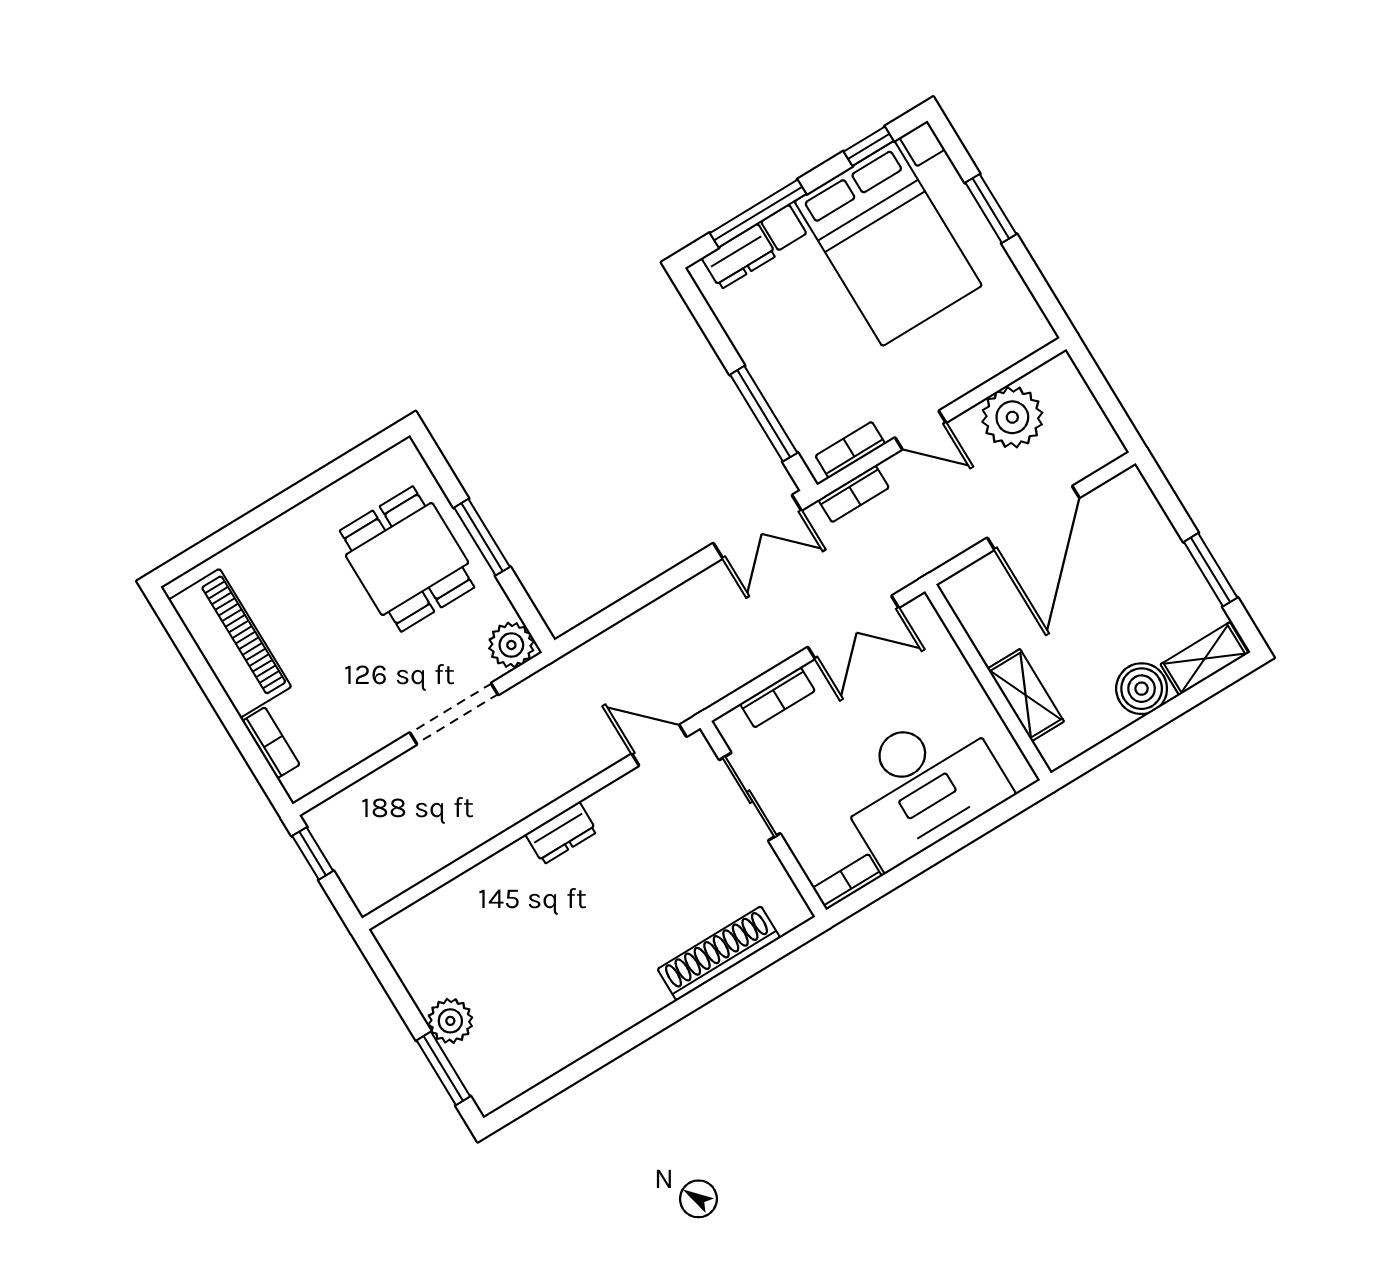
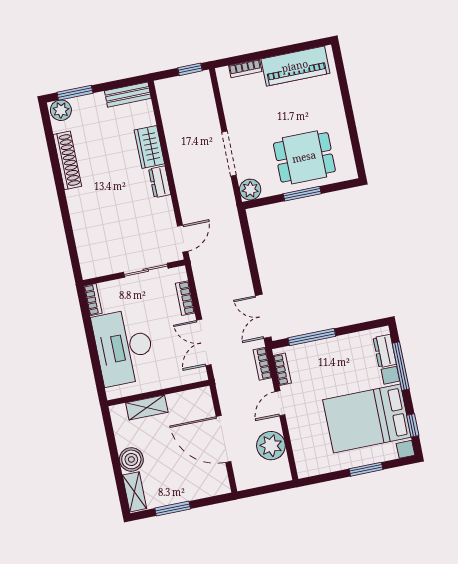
wardrobe: (499, 879) -> (149, 147), added
shoe rack: (719, 953) -> (67, 160), moved
bench: (409, 961) -> (128, 95), added
plant: (450, 1021) -> (61, 110), moved

